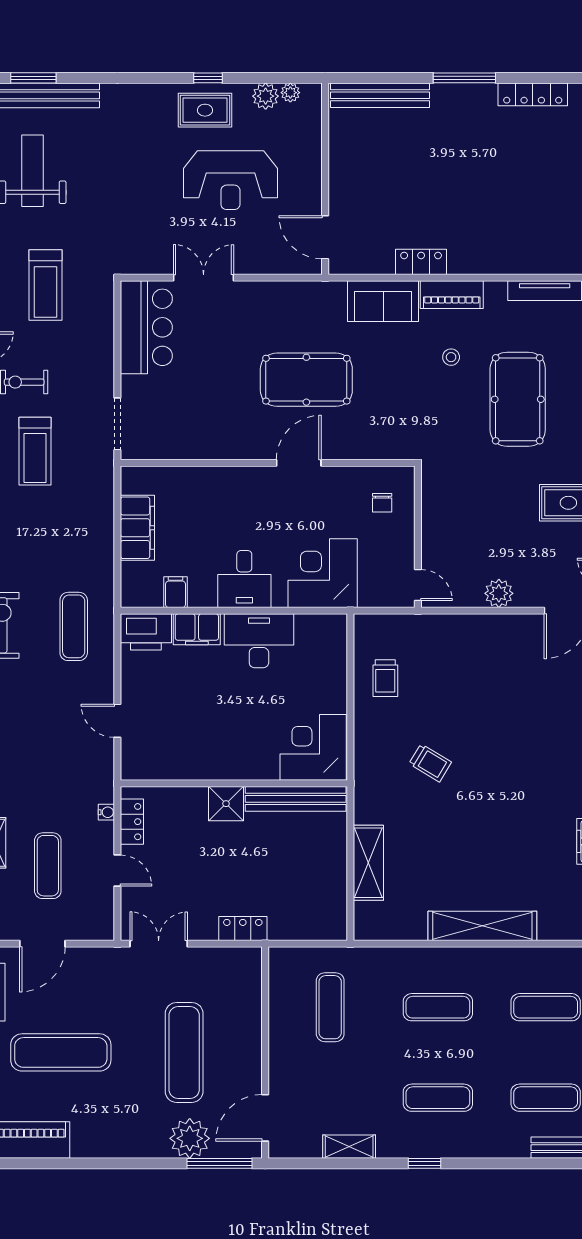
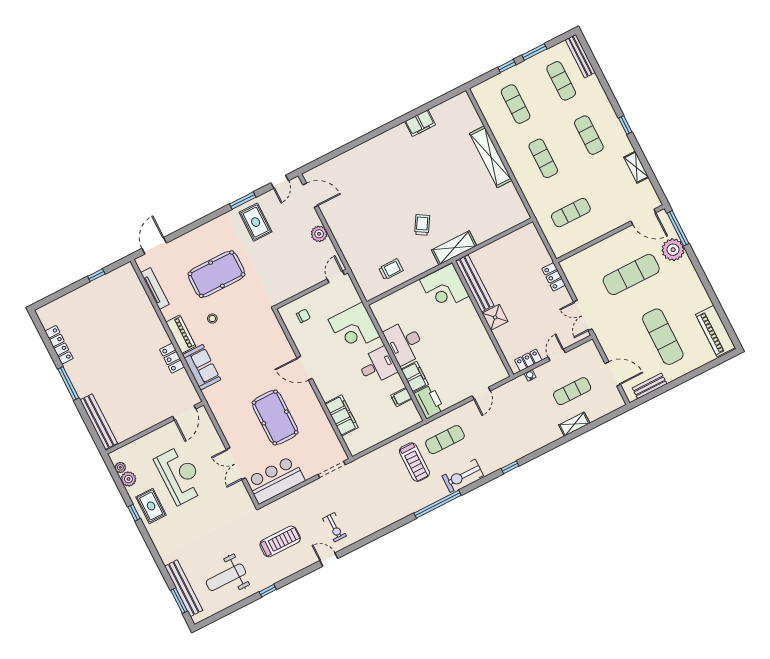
pool table: (306, 380) -> (275, 417), moved
treadmill: (35, 451) -> (414, 462), moved, turned 90
filing cabinet: (137, 528) -> (342, 415), moved, turned 90
shelving: (368, 863) -> (454, 248), moved

